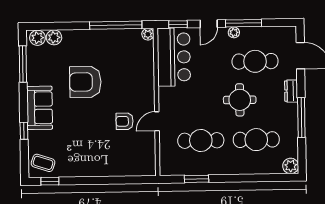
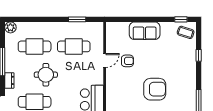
sofa: (40, 108) -> (145, 31), moved, turned -90

